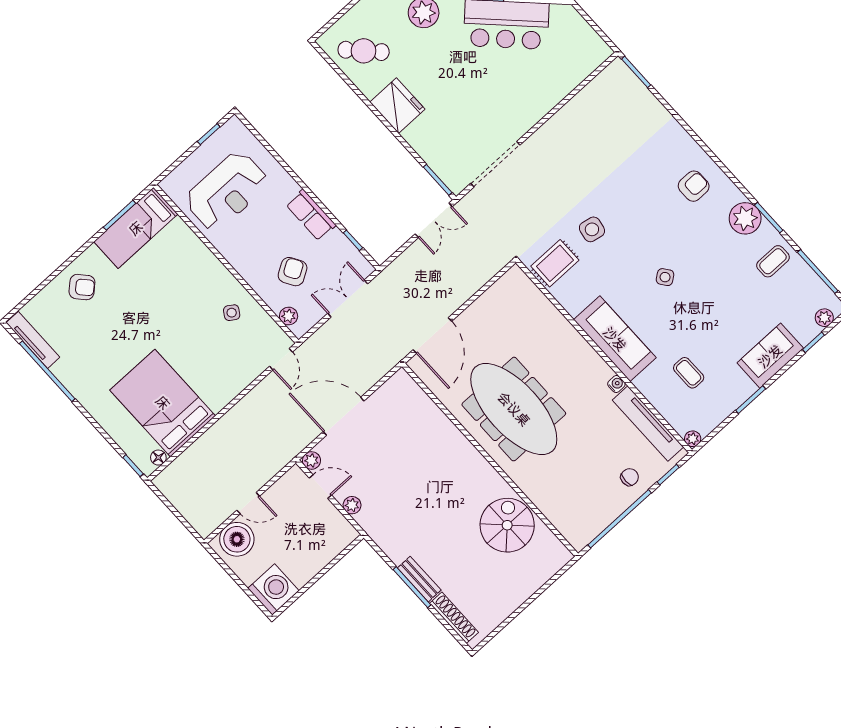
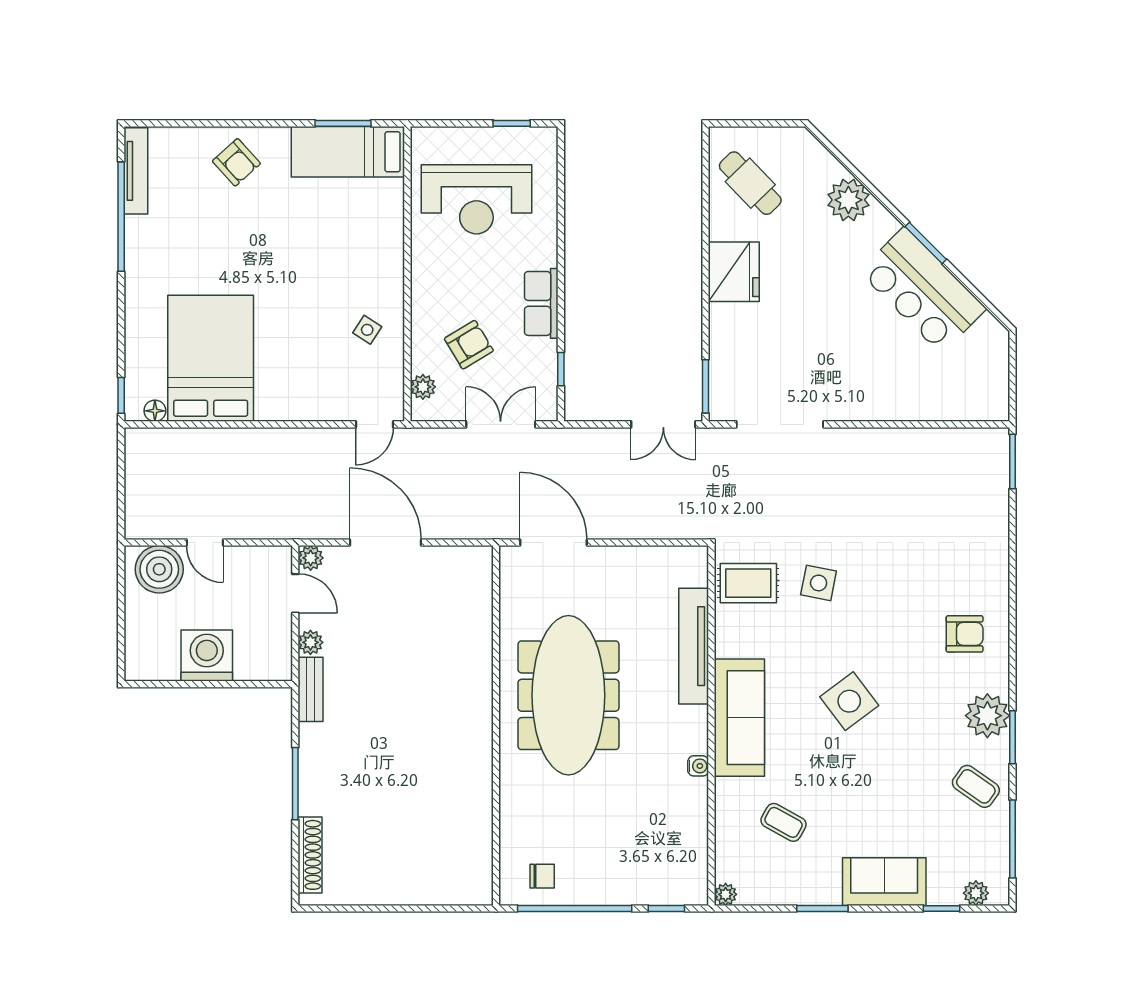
coffee table: (773, 261) -> (976, 786), turned 35
side table: (665, 277) -> (849, 701), width x1.87, depth x1.87
door: (432, 335) -> (553, 542), swing flipped
coffee table: (689, 373) -> (783, 822), turned -61
tv unit: (648, 424) -> (694, 646), moved
chair: (630, 477) -> (542, 876), moved
spiral stairs: (507, 525) -> (452, 809), removed
bench: (419, 579) -> (311, 689), moved
washing machine: (273, 590) -> (207, 656), moved, turned -90

